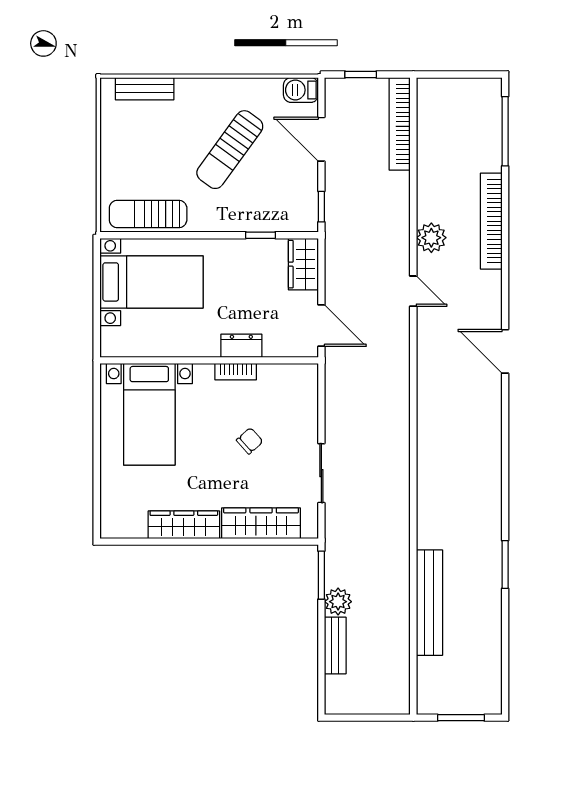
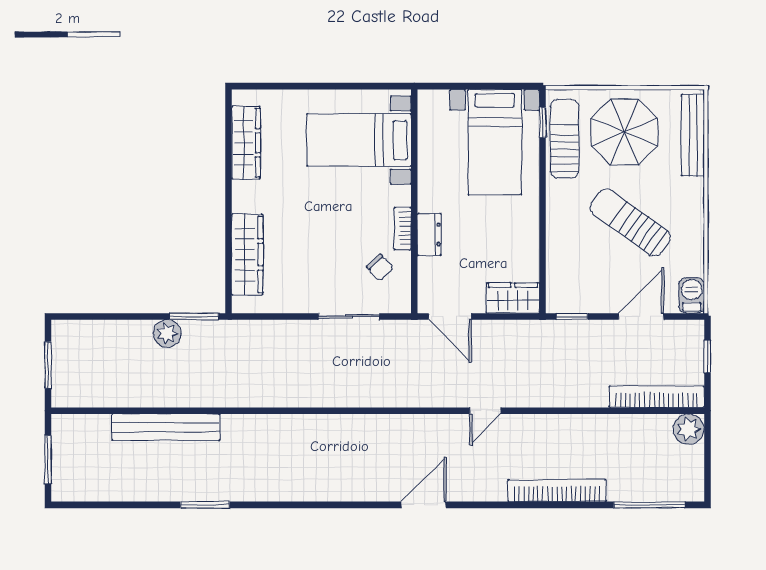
bench: (145, 89) -> (693, 135), width x1.36
parasol: (142, 155) -> (624, 132), added
window: (261, 235) -> (543, 122), moved
plant: (431, 238) -> (689, 429), moved
door: (321, 326) -> (450, 316), hinge flipped
chair: (250, 441) -> (380, 268), moved
sliding door: (321, 473) -> (349, 316), moved
wardrobe: (184, 525) -> (246, 143), moved
bench: (335, 645) -> (122, 331), removed
window: (369, 718) -> (48, 365), added

